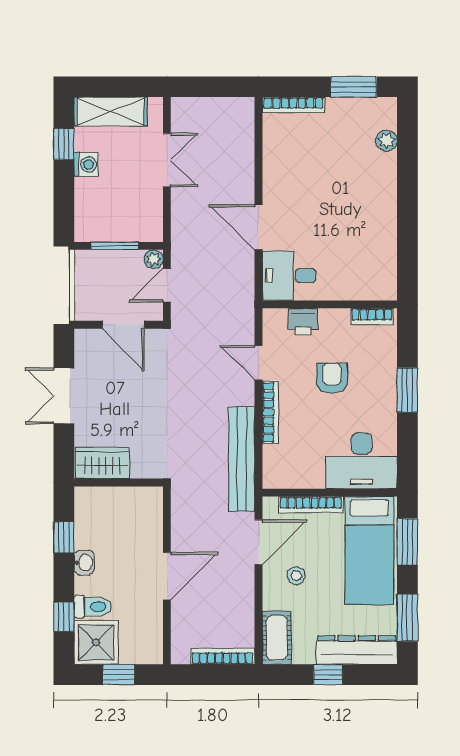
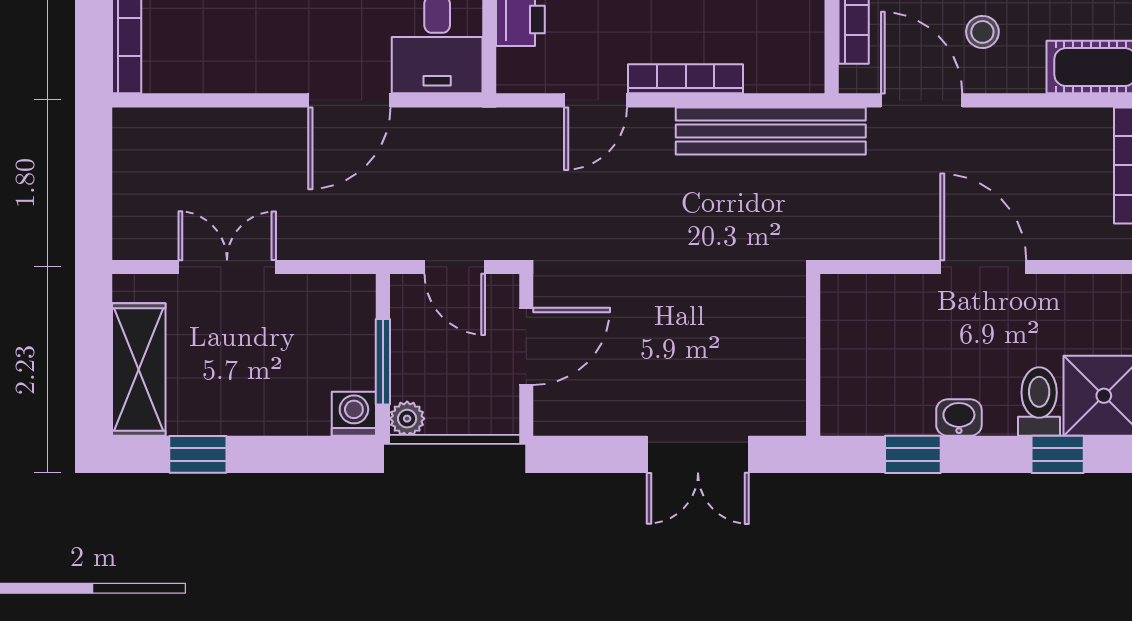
washing machine: (86, 164) -> (354, 414), moved
plant: (154, 259) -> (407, 419), moved
double door: (64, 396) -> (698, 454), moved
wardrobe: (102, 463) -> (778, 384), removed

